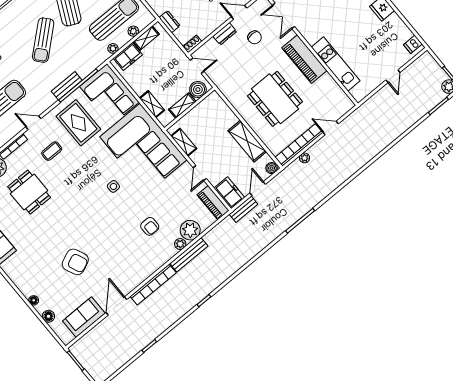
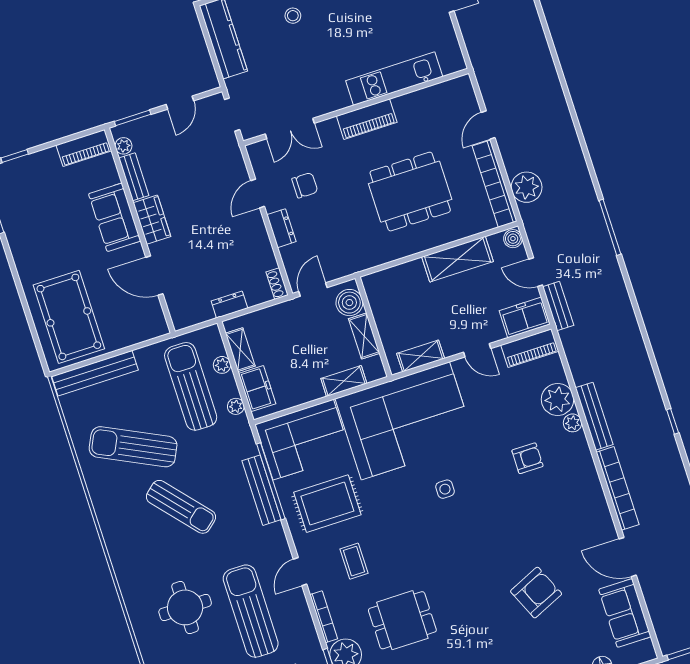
piano: (304, 59) -> (367, 119), width x0.73, depth x0.75
bench: (67, 86) -> (261, 490), width x1.36
plant: (305, 158) -> (527, 187), width x1.88, depth x1.88

